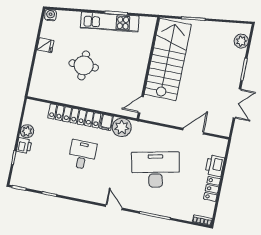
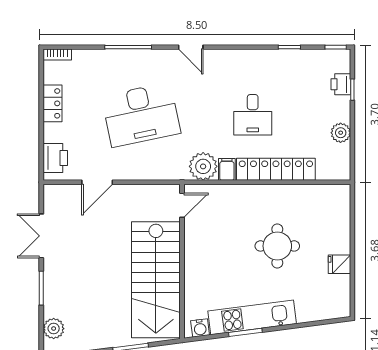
water cooler: (50, 15) -> (200, 328), moved
printer: (24, 146) -> (341, 84), moved
printer: (215, 166) -> (55, 158), moved

